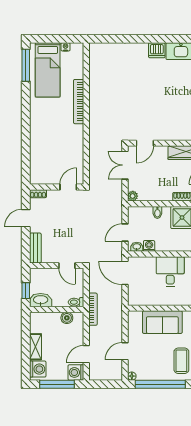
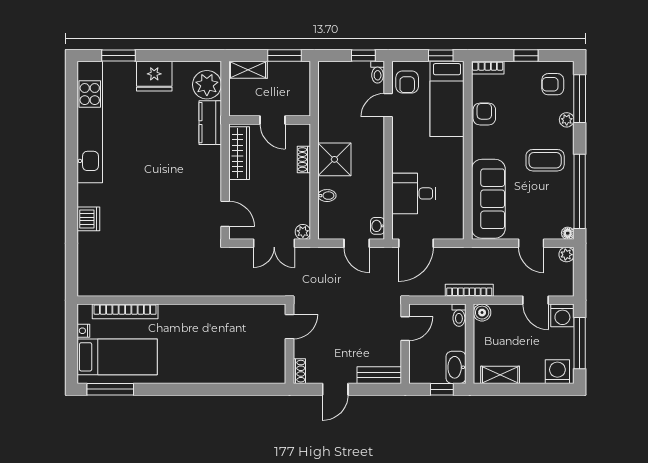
dishwasher: (157, 50) -> (88, 219), moved
bookcase: (79, 102) -> (125, 311), moved
double door: (125, 165) -> (274, 243), moved
door: (68, 187) -> (290, 327), swing flipped
door: (26, 218) -> (335, 389), hinge flipped
washing machine: (149, 246) -> (376, 208), removed
desk: (170, 272) -> (414, 193), moved
boiler: (67, 318) -> (482, 313), moved
sofa: (162, 322) -> (488, 199), width x1.36
shelving: (35, 347) -> (500, 375), moved
plant: (117, 375) -> (566, 255), added

